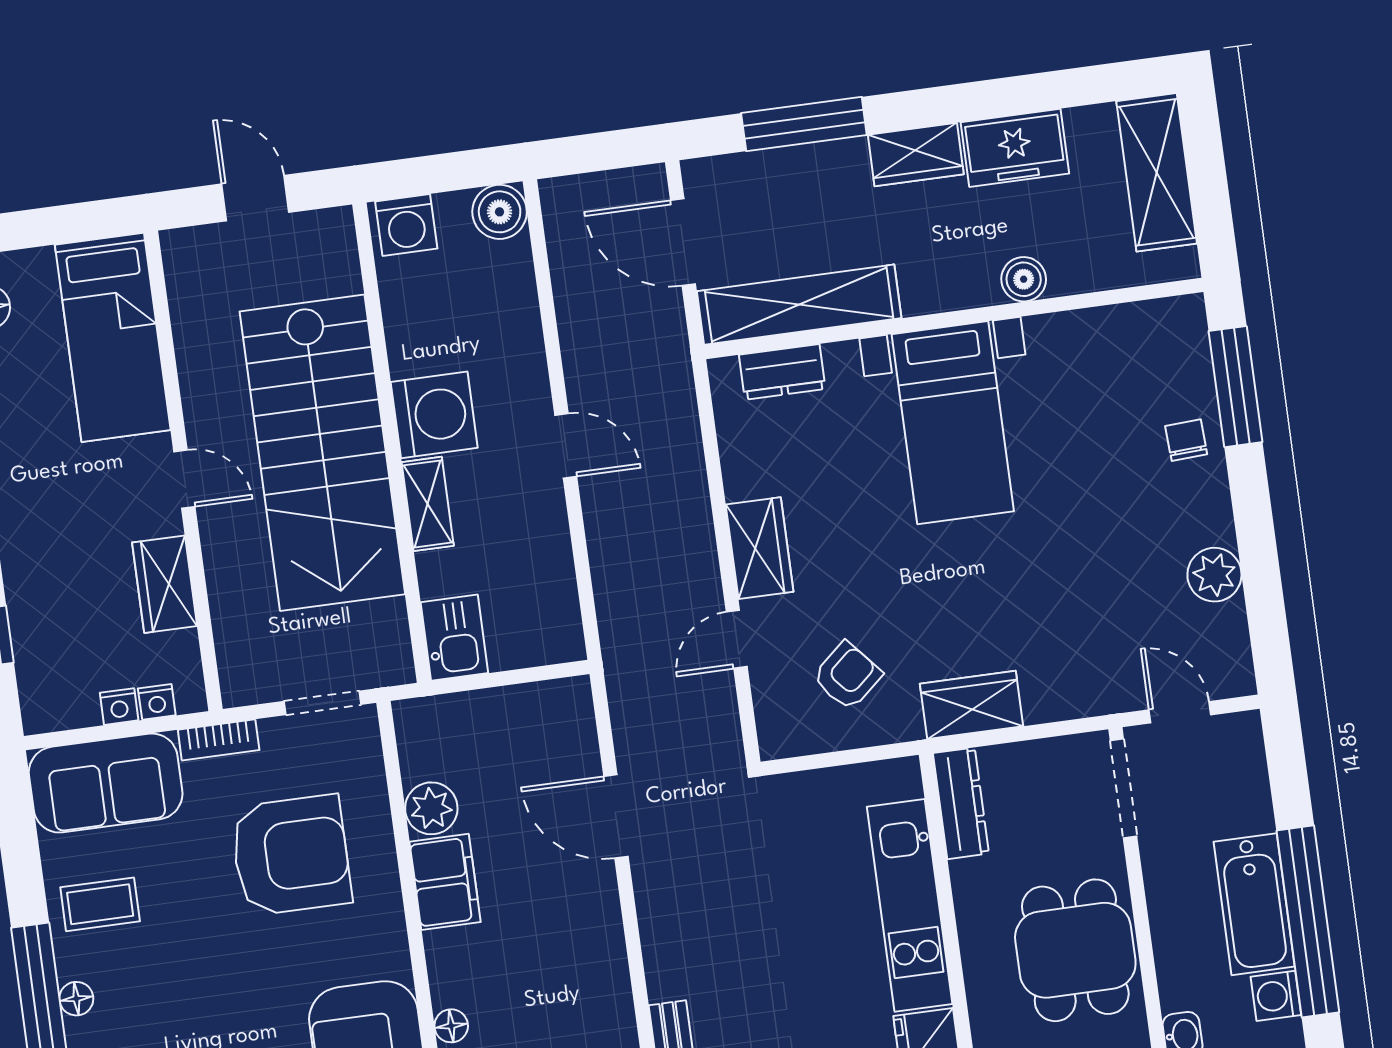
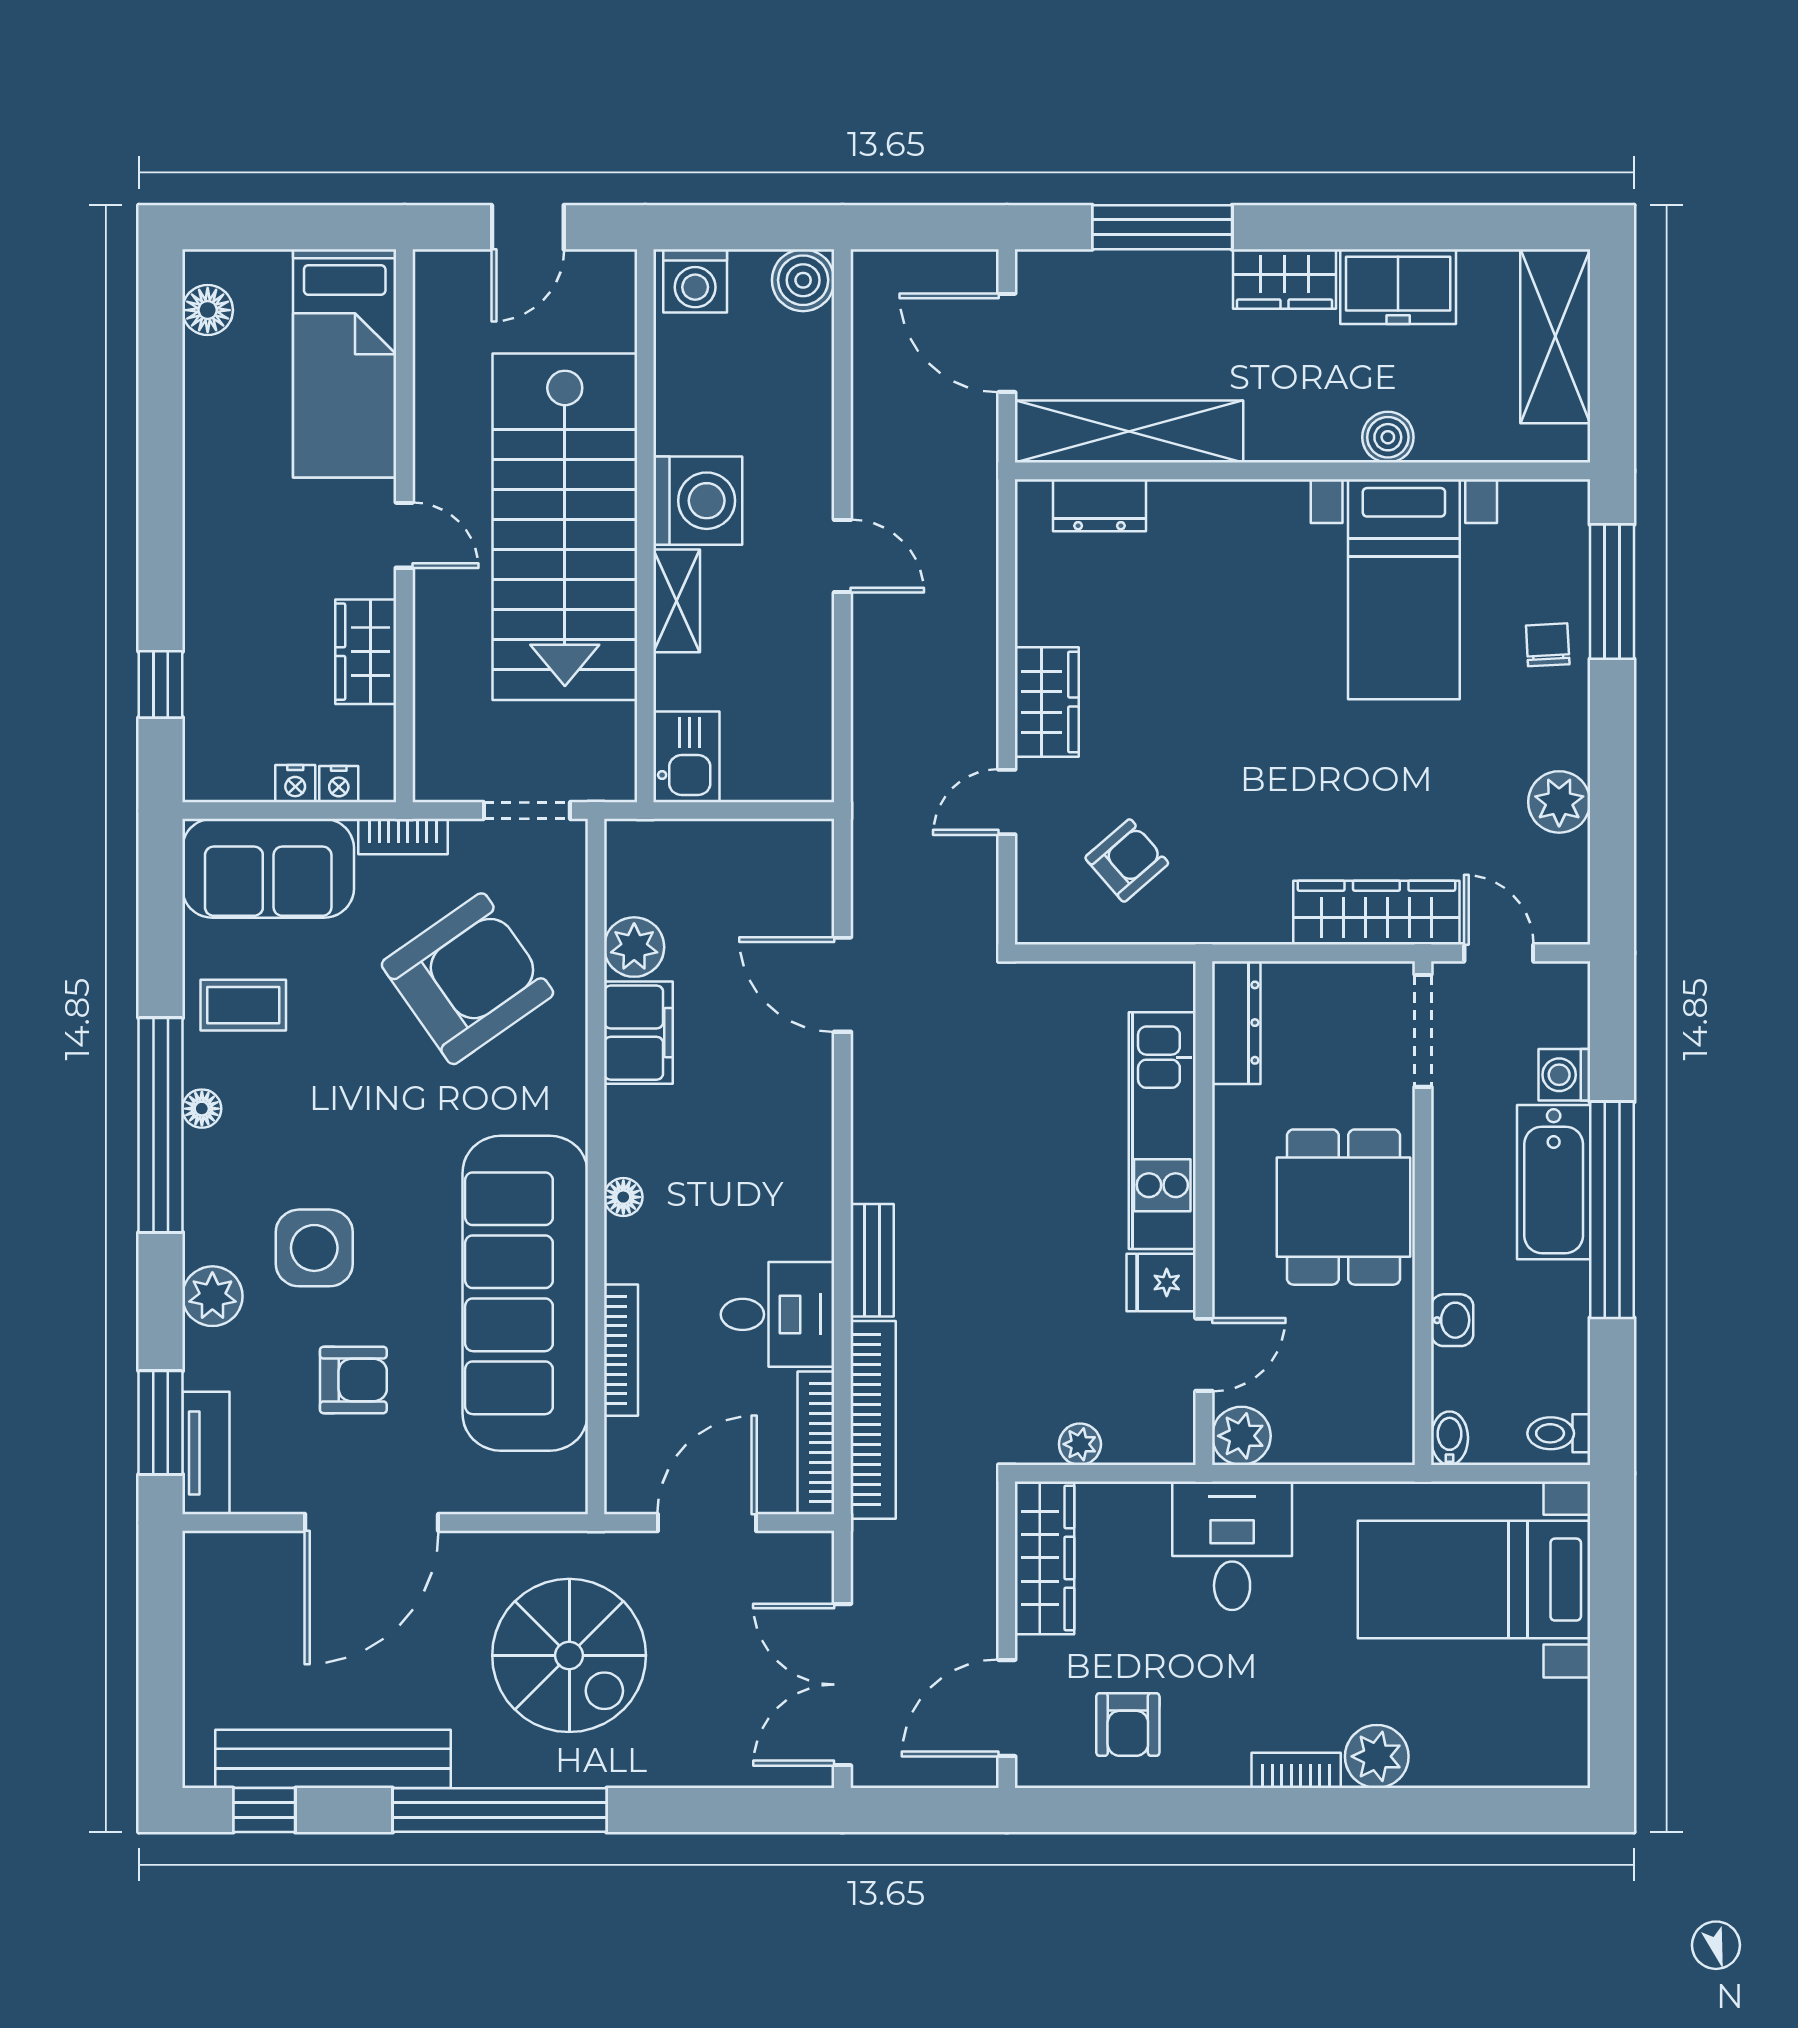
door: (255, 198) -> (528, 227), swing flipped
bed with nightstands: (953, 423) -> (1404, 589), moved
wardrobe: (972, 705) -> (1376, 913), moved, width x1.50
armchair: (291, 855) -> (467, 979), turned -35
washing machine: (1276, 996) -> (1564, 1075), moved

